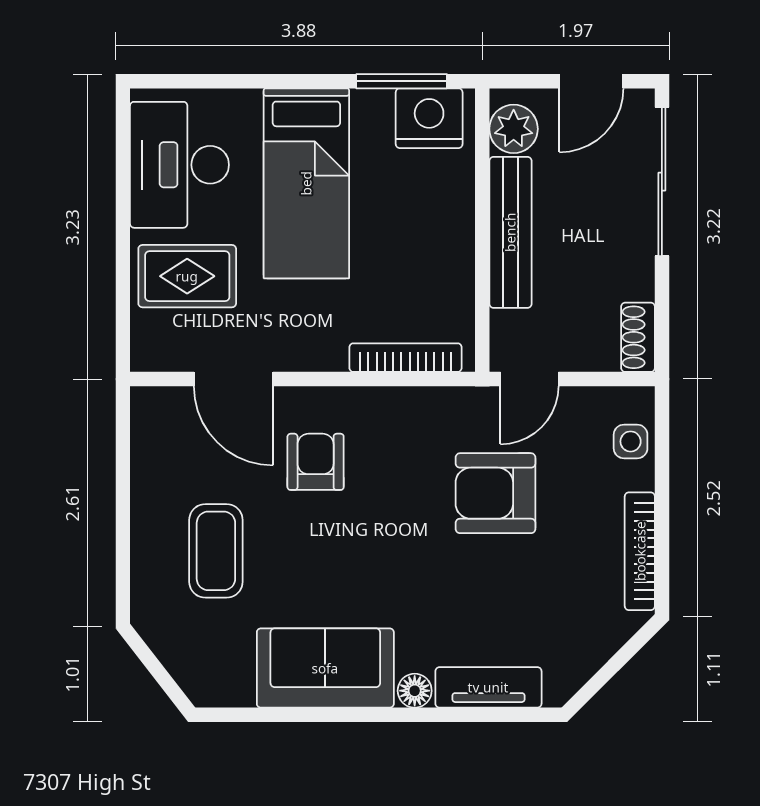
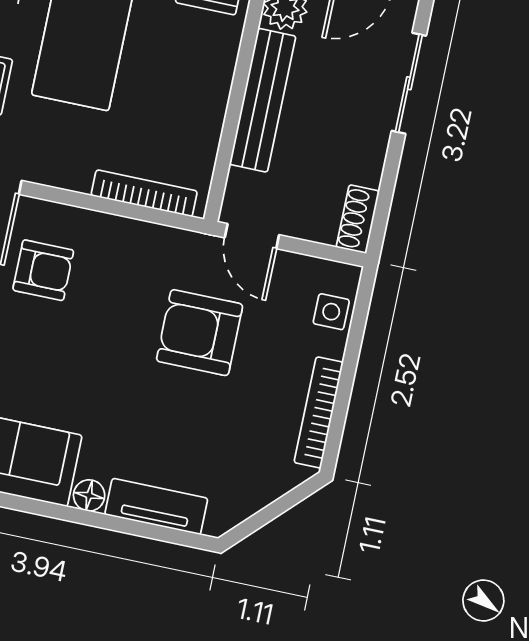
sliding door: (662, 182) -> (409, 83), width x0.73
door: (529, 379) -> (252, 236), hinge flipped
armchair: (316, 462) -> (43, 270), turned 90

